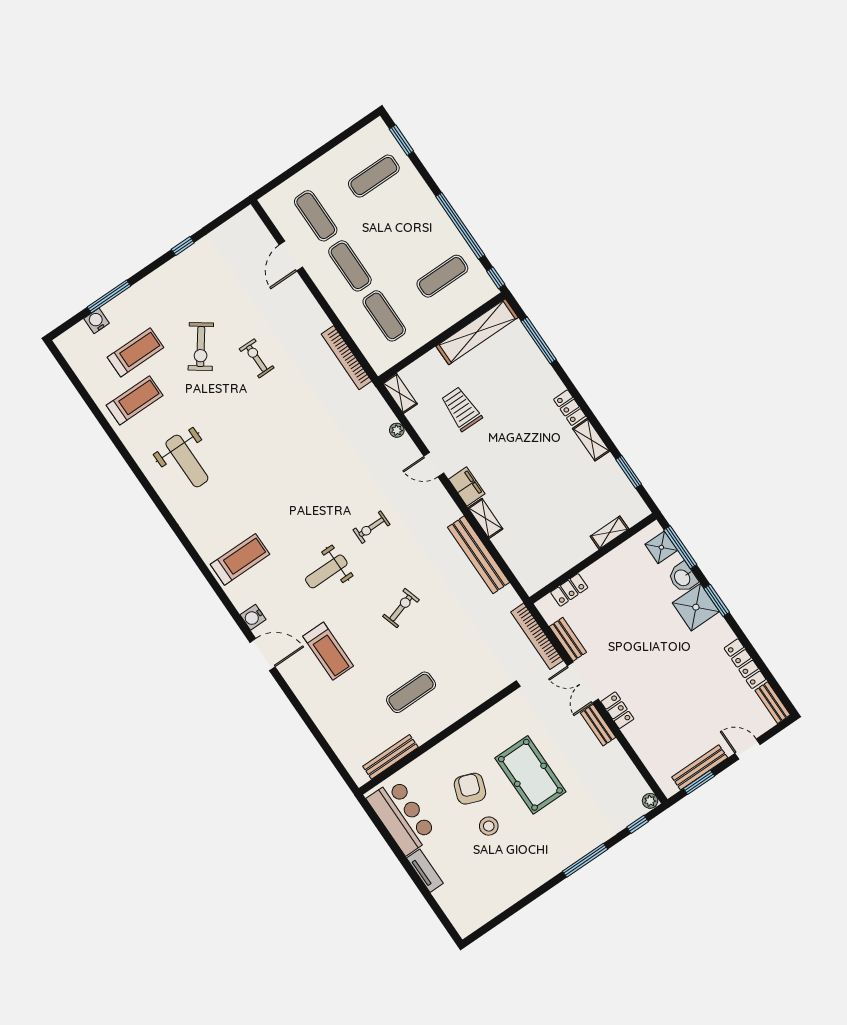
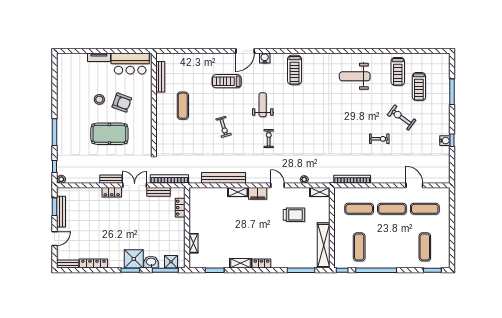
water cooler: (97, 321) -> (445, 141), moved
door: (434, 465) -> (278, 185), hinge flipped

